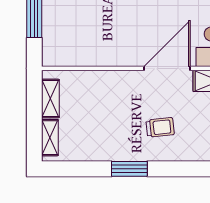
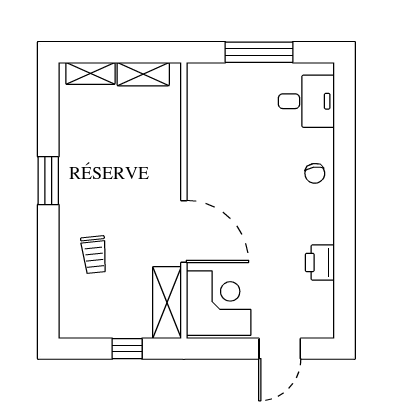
trolley: (160, 127) -> (94, 255), moved

